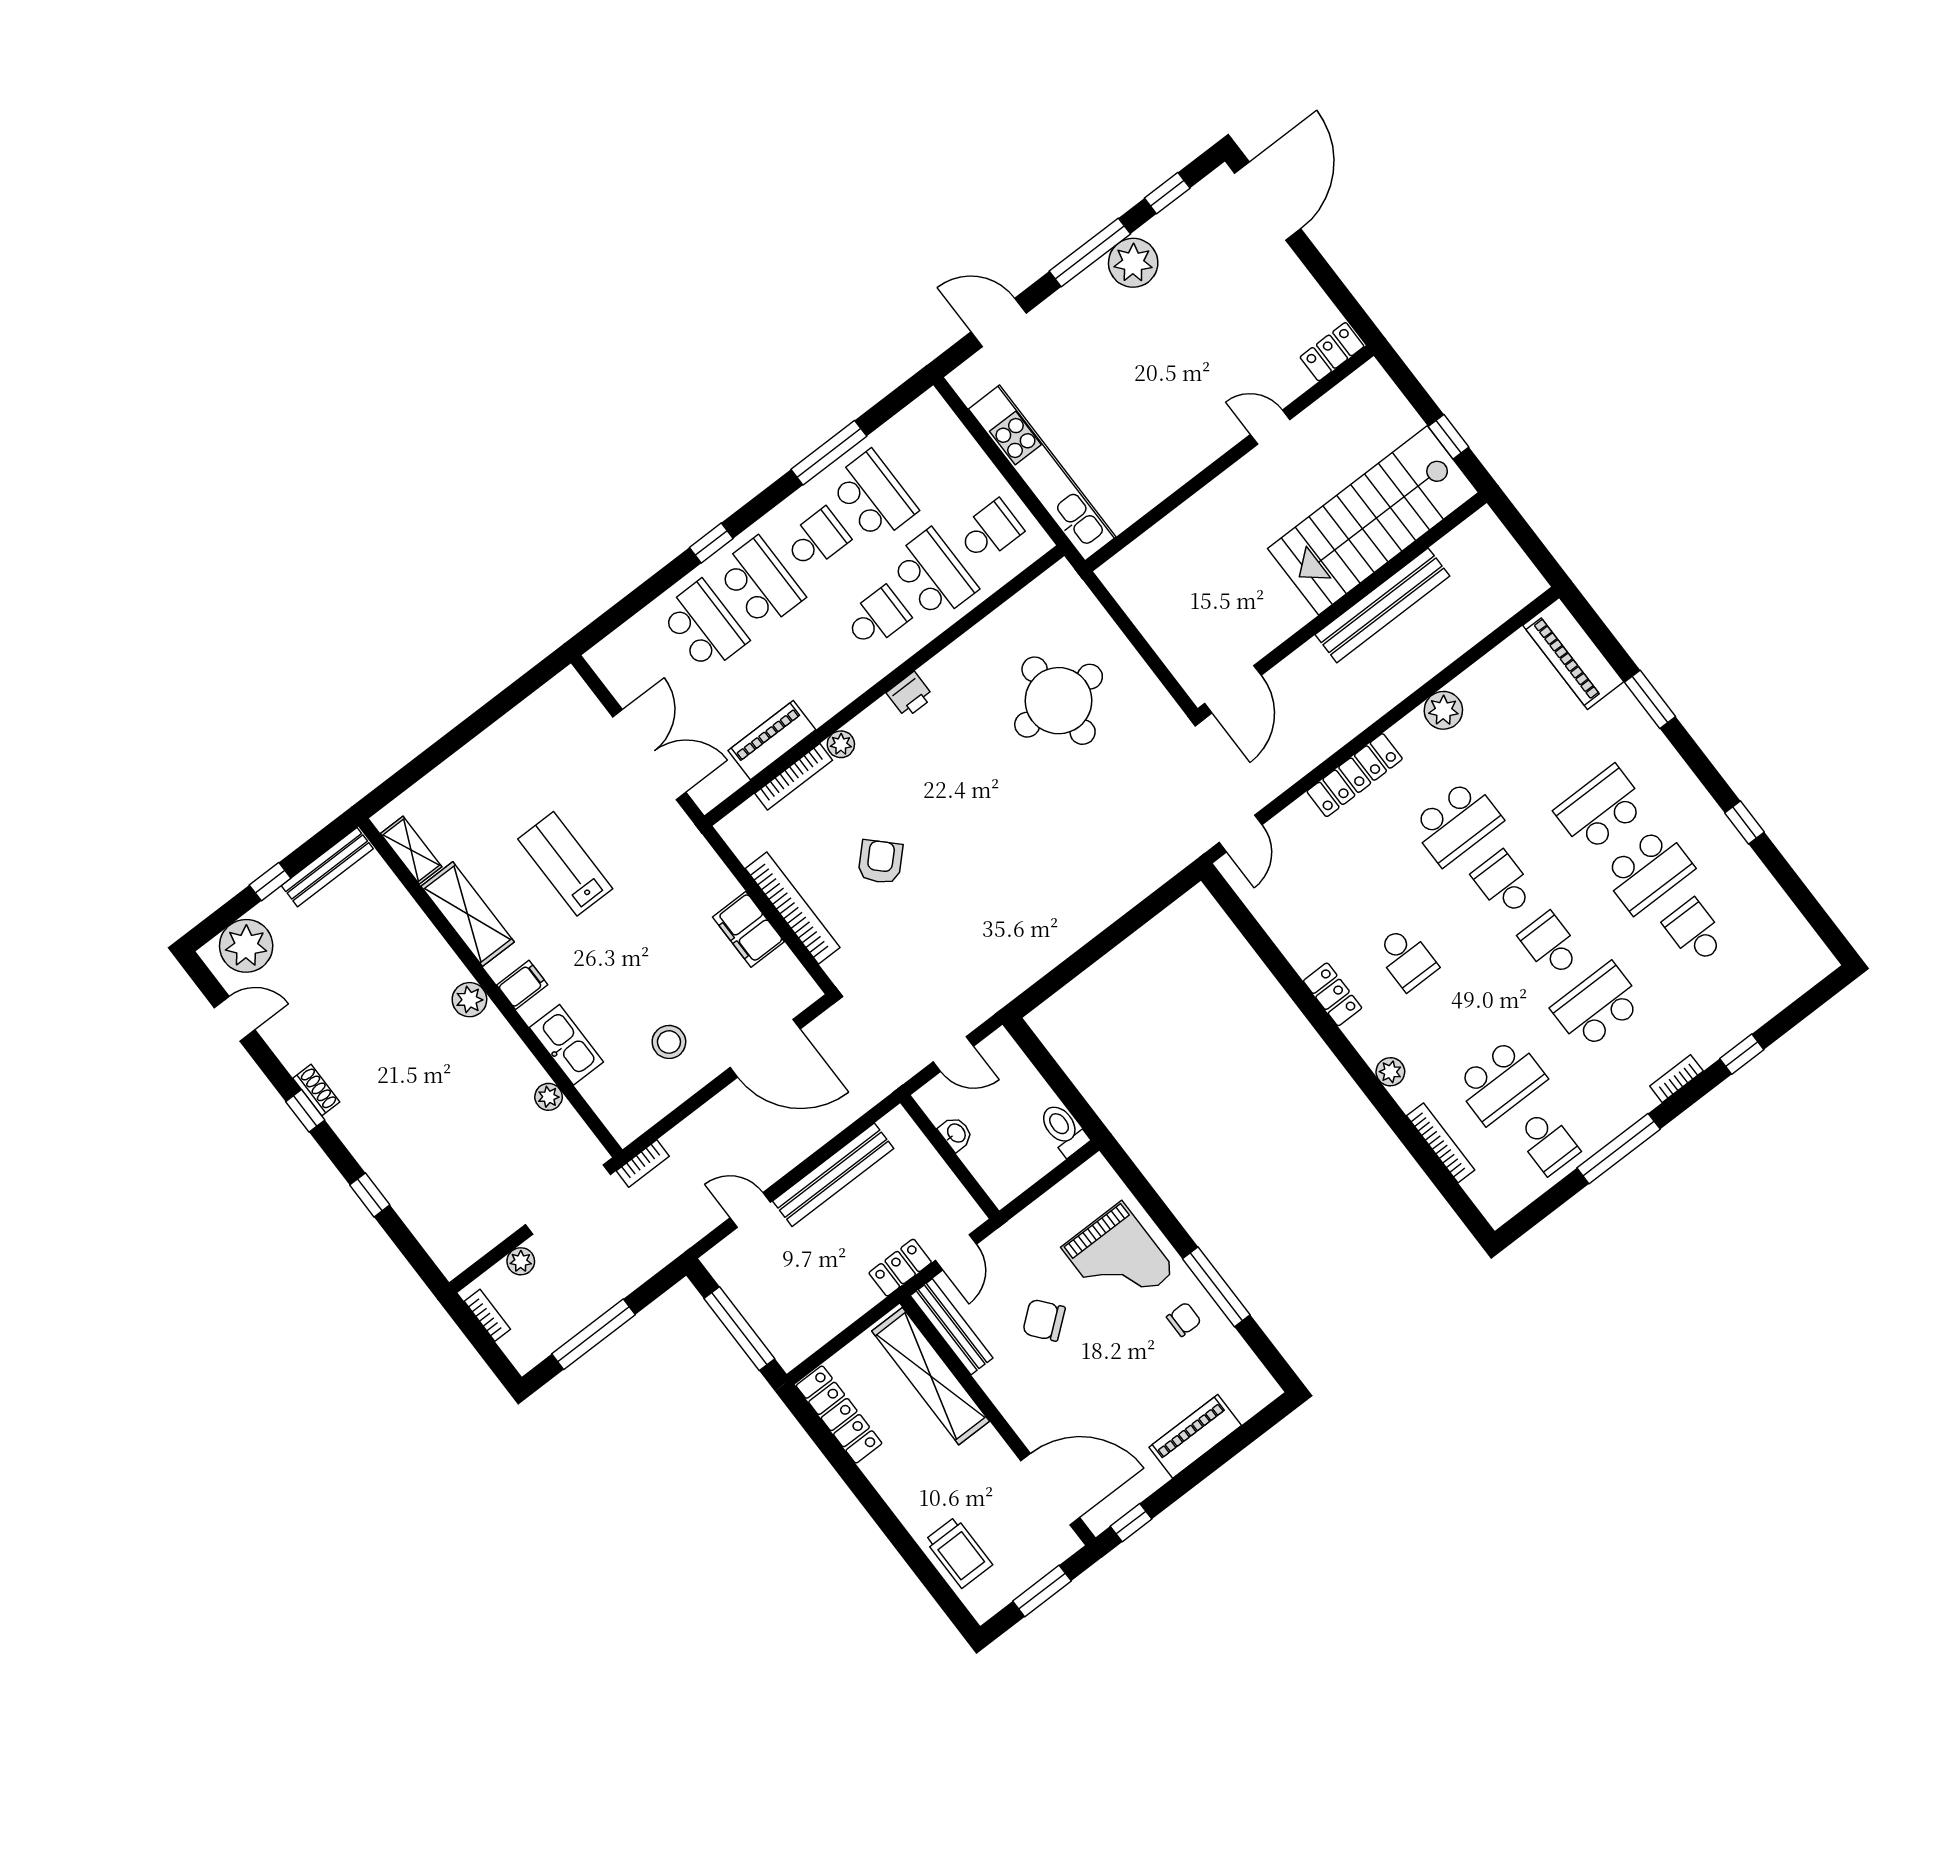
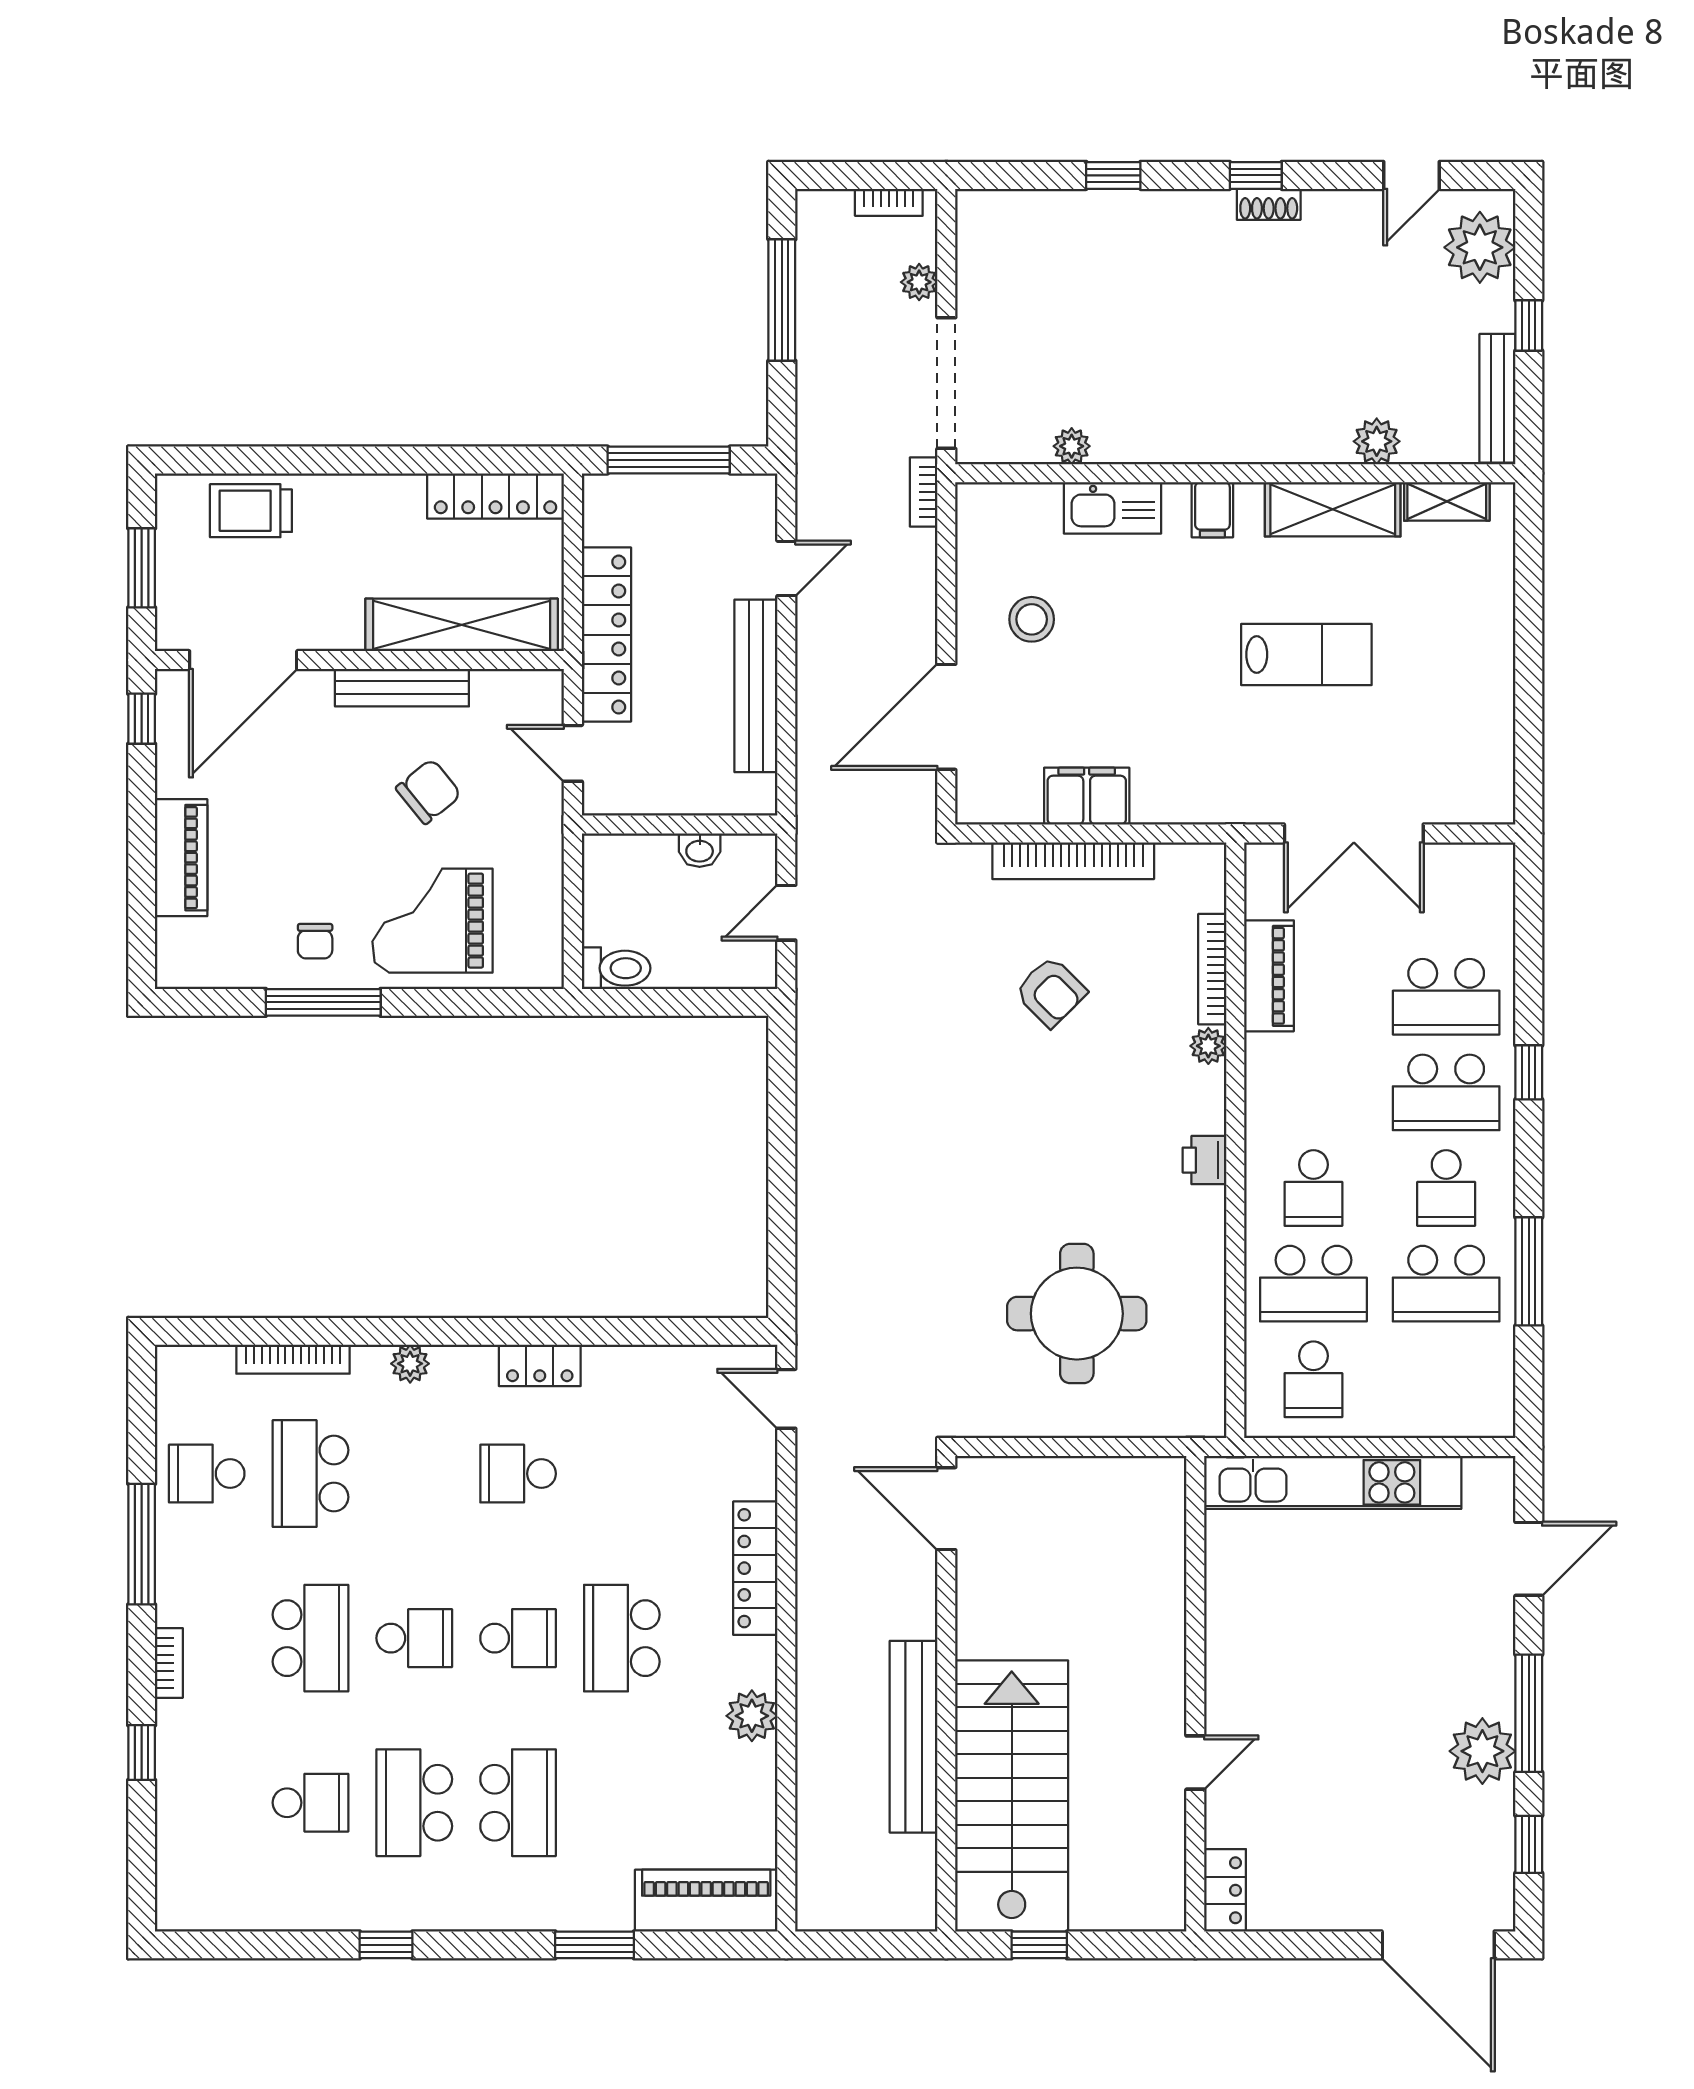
plant: (469, 1000) -> (1377, 441), moved
locker: (900, 1268) -> (606, 635), width x2.16, depth x1.21
bench: (952, 1327) -> (402, 688), moved

